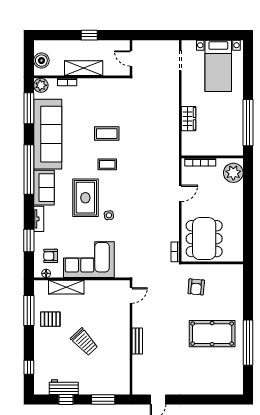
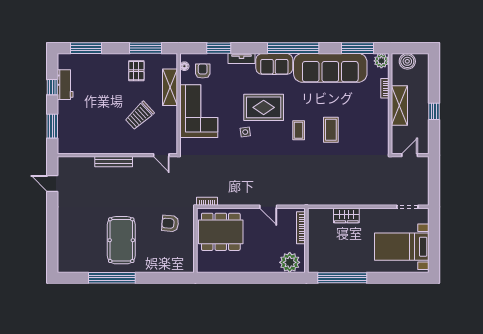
bench: (137, 341) -> (114, 162), width x1.36
trolley: (84, 342) -> (139, 116), moved
window: (29, 367) -> (86, 48), width x2.17

